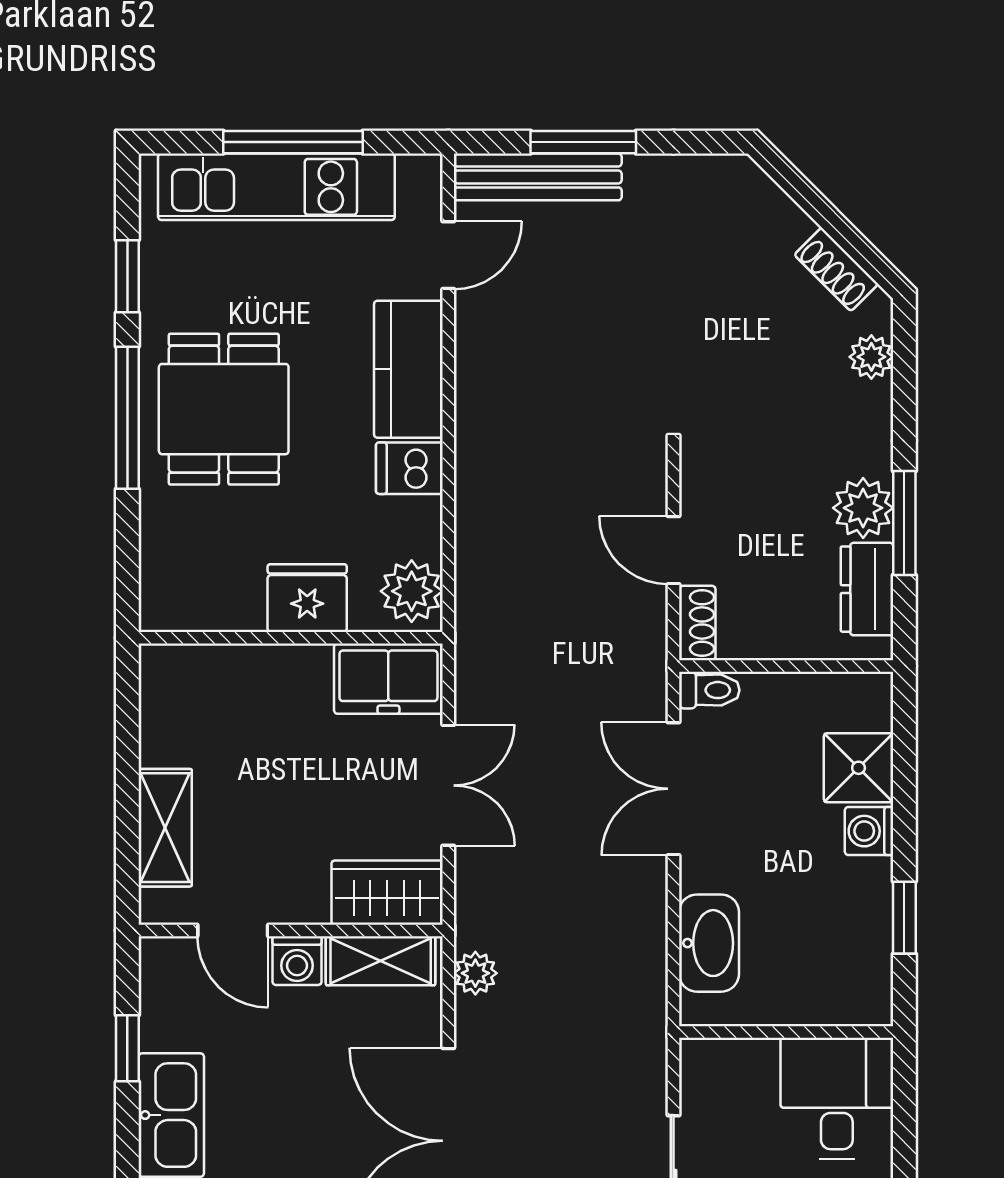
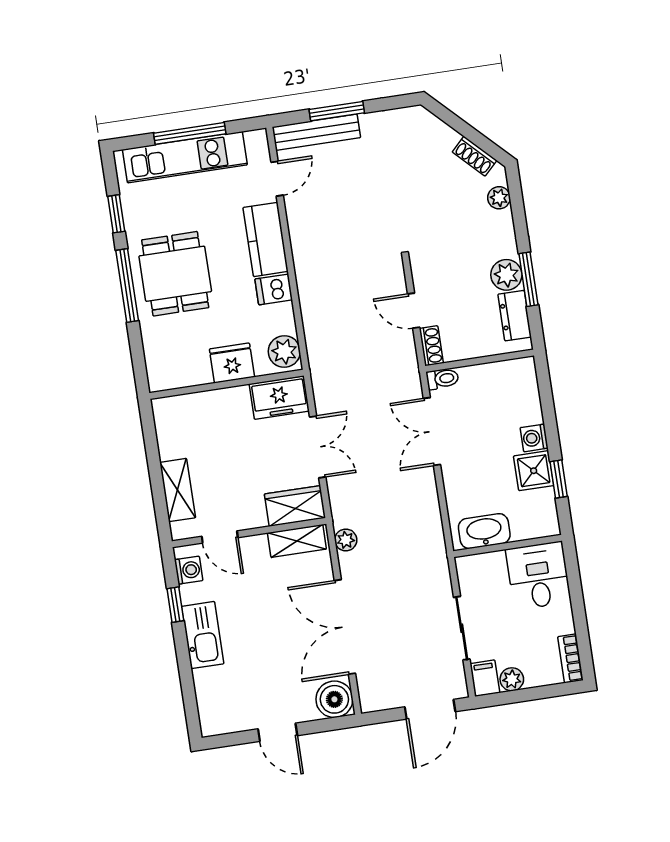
shower: (859, 768) -> (534, 471), moved
washbasin: (709, 943) -> (484, 531), moved, turned -90
washing machine: (297, 961) -> (189, 570), moved, turned -90

